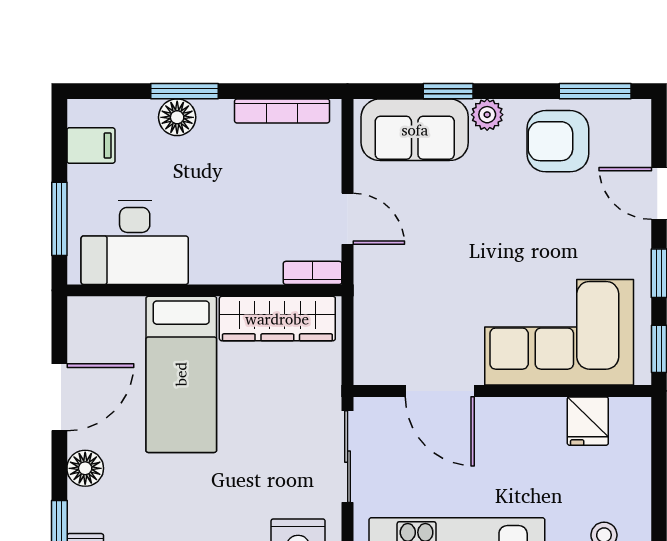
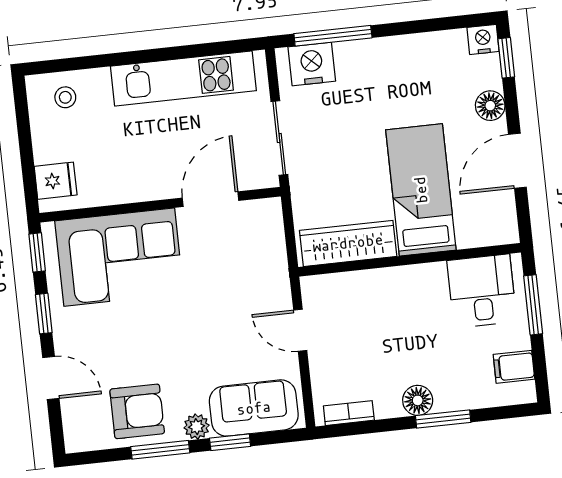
window: (595, 91) -> (160, 450), moved
bookcase: (282, 111) -> (349, 413), width x0.64
floor lamp: (177, 117) -> (418, 400), moved
desk: (135, 243) -> (482, 291), width x0.73
bookcase: (313, 273) -> (324, 283), removed
door: (440, 391) -> (211, 199), hinge flipped
fridge: (588, 421) -> (56, 181), moved, turned 90

